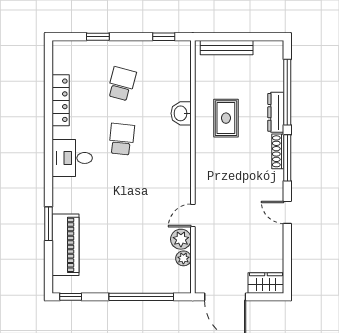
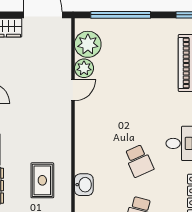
school desk: (122, 139) -> (139, 161), turned -30
plant: (183, 258) -> (88, 44), width x1.88, depth x1.88

